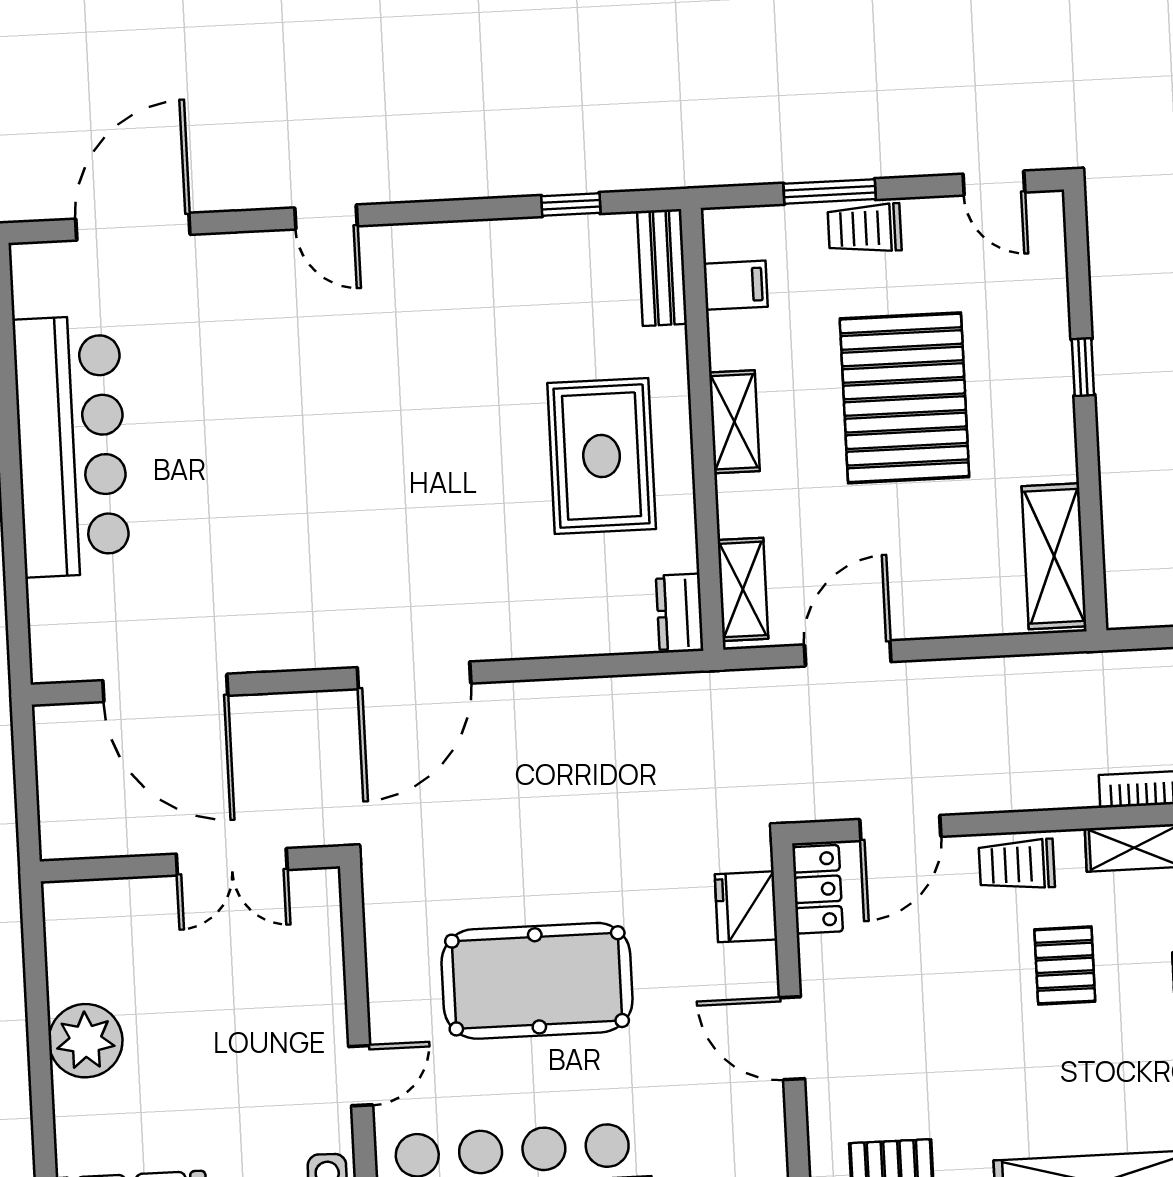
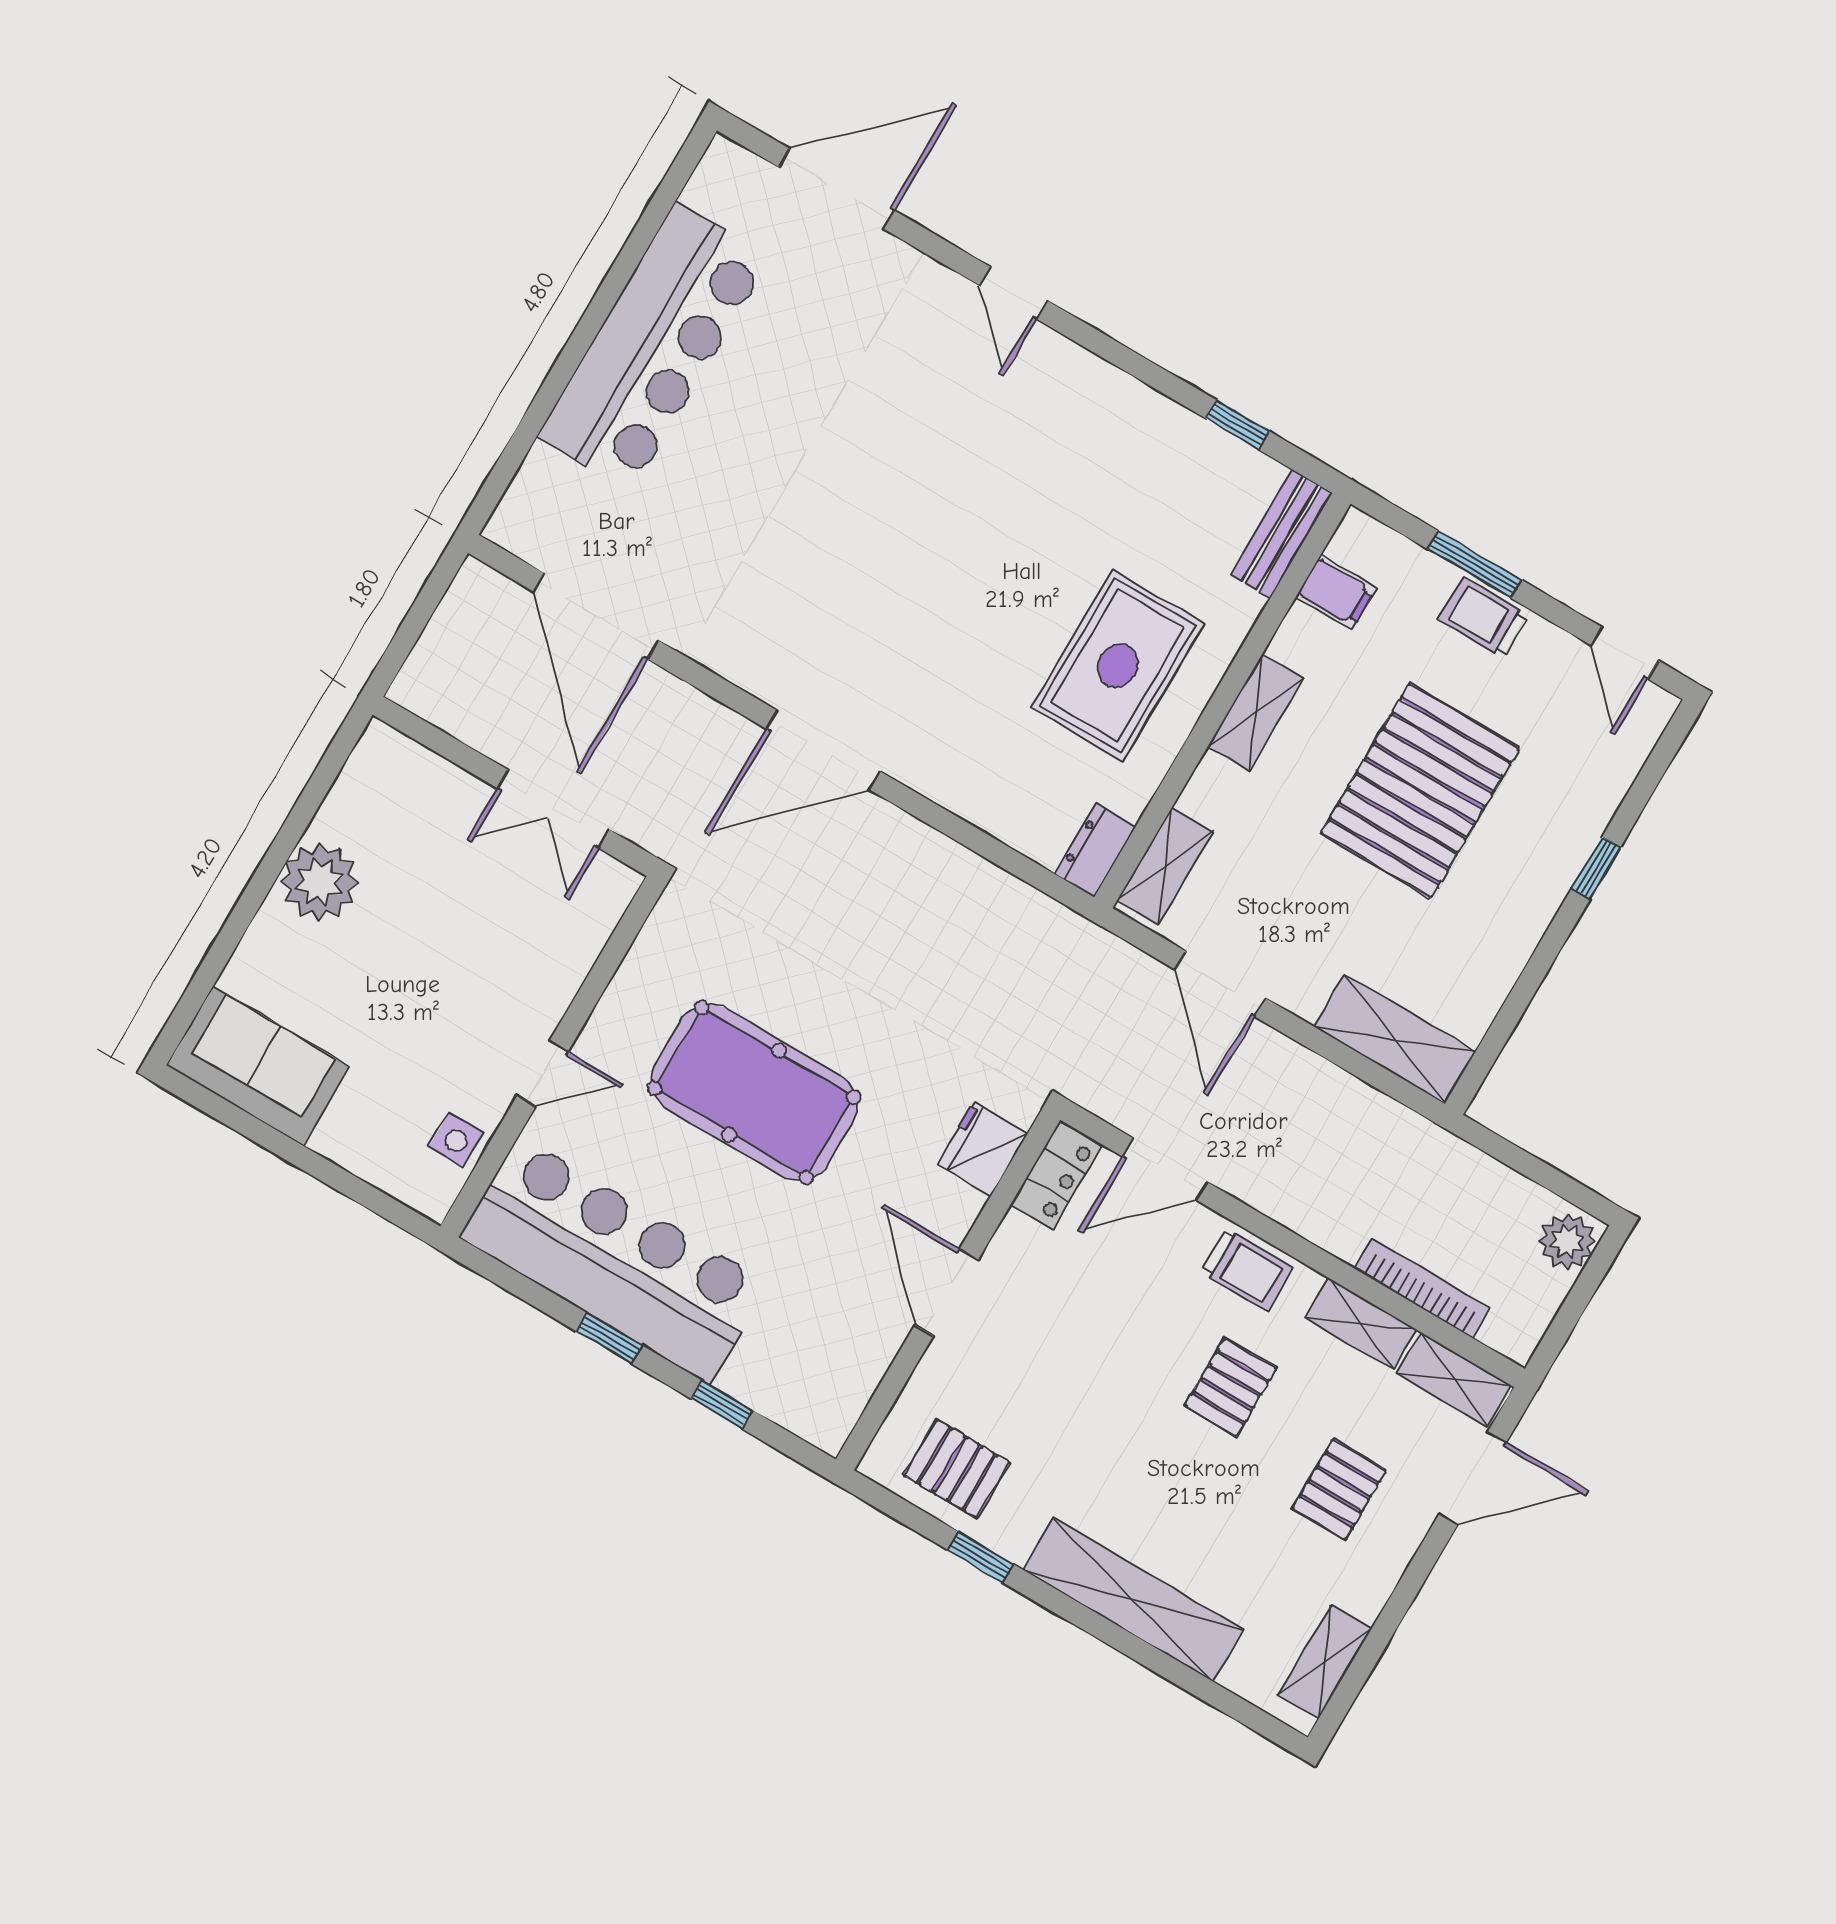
shelving: (1054, 556) -> (1395, 1039), moved, turned 90
door: (848, 653) -> (1221, 984), swing flipped
trolley: (1017, 865) -> (1247, 1270), turned 180

